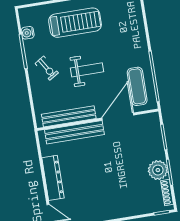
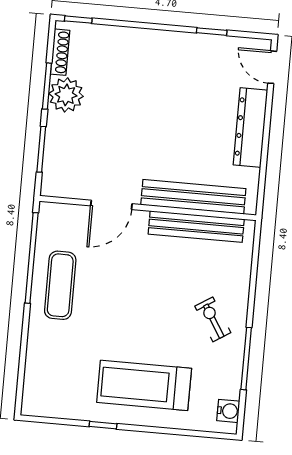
water cooler: (28, 33) -> (228, 411), moved
weight bench: (87, 70) -> (144, 299), removed
exercise mat: (137, 86) -> (60, 285), moved
door: (118, 116) -> (111, 205), width x0.73

